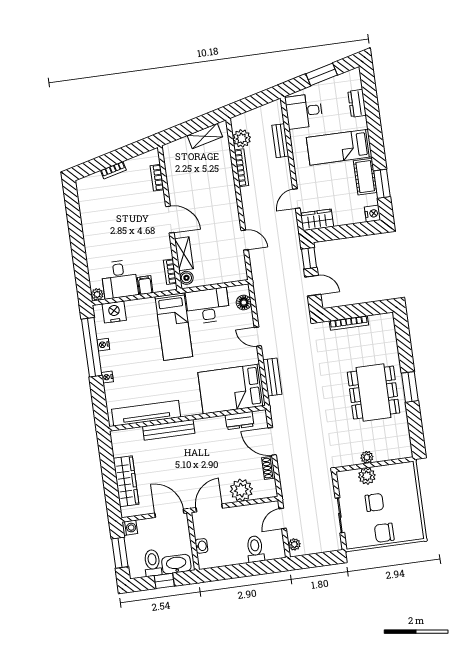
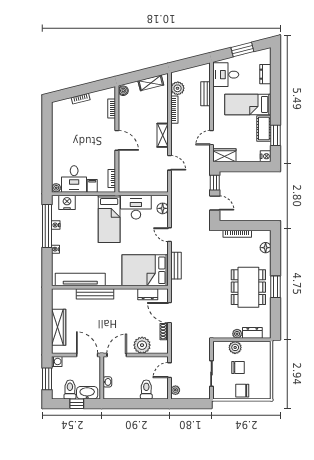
shelving: (184, 254) -> (163, 135), moved
boiler: (186, 278) -> (123, 91), moved
floor lamp: (389, 336) -> (266, 248), added
dresser: (387, 453) -> (252, 333), added

